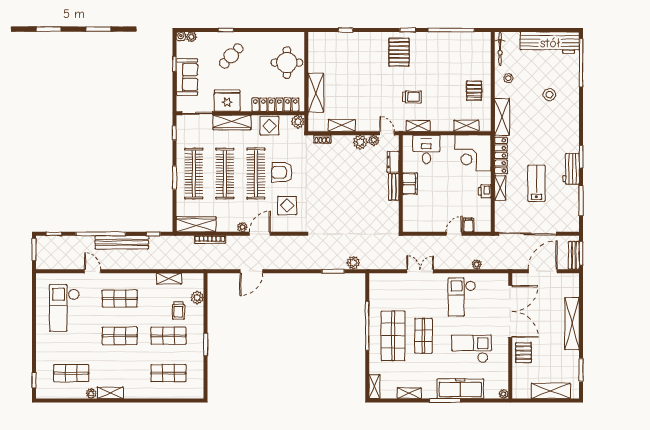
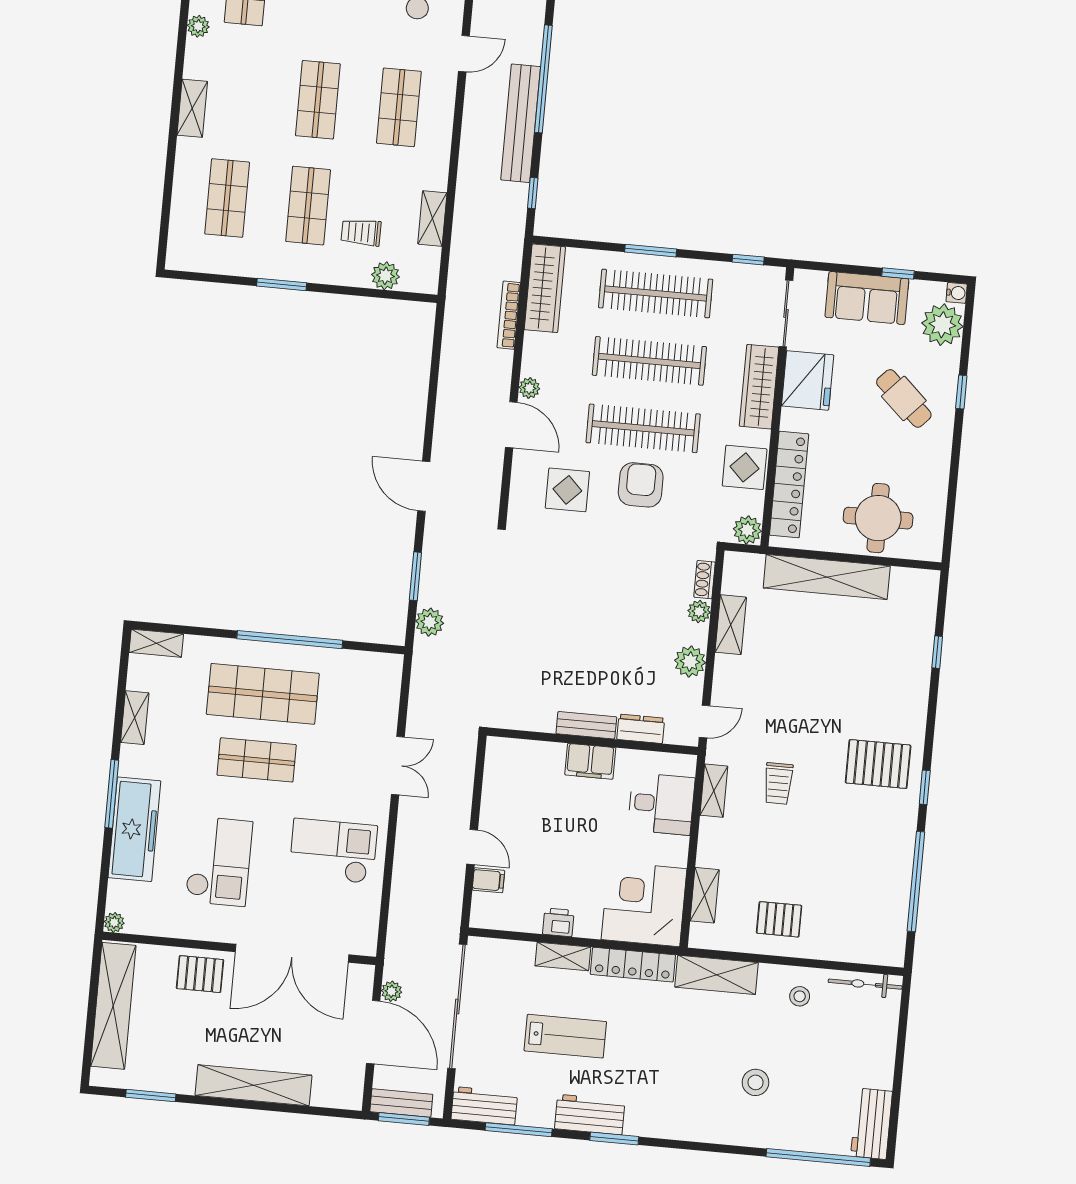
plant: (191, 37) -> (942, 325), width x1.87, depth x1.87
workbench: (550, 43) -> (872, 1124), width x0.53, depth x0.76
shelving: (316, 93) -> (827, 577), width x1.47
plant: (374, 140) -> (699, 611), moved
workbench: (572, 217) -> (484, 1106), added
plant: (477, 264) -> (392, 991), moved
door: (251, 271) -> (424, 486), moved
shelving: (551, 391) -> (113, 1006), width x1.47
shelving: (110, 393) -> (192, 108), moved

